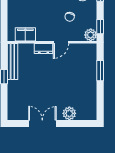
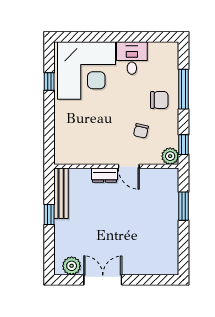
filing cabinet: (25, 34) -> (79, 155), removed
door: (61, 42) -> (129, 166), hinge flipped
plant: (69, 113) -> (72, 266), moved

